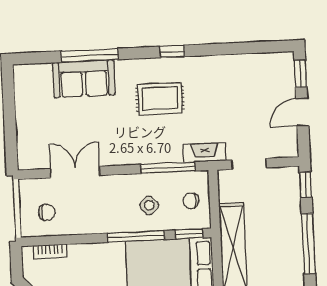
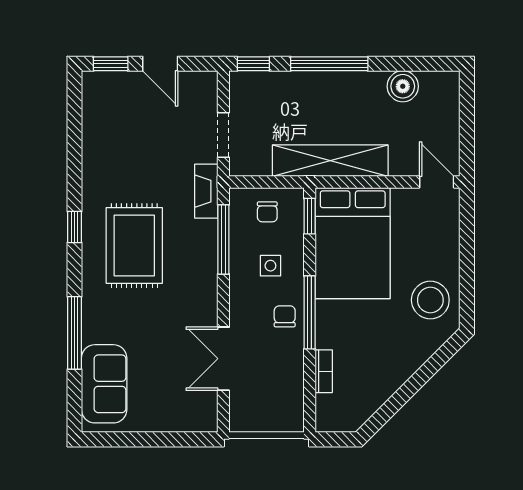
sofa: (84, 79) -> (104, 384), moved
rug: (160, 99) -> (134, 245), width x1.36, depth x1.43
side table: (149, 205) -> (270, 266), turned 45
chair: (47, 212) -> (285, 316), moved
window: (136, 236) -> (310, 312), moved
bookcase: (50, 251) -> (324, 371), moved

